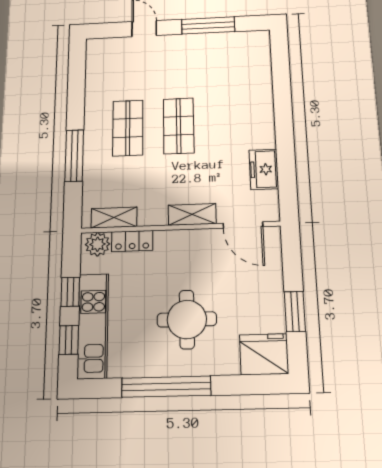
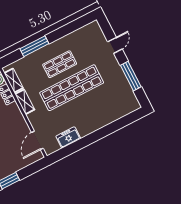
shop shelf: (179, 126) -> (72, 88), width x2.00, depth x1.36
shelving: (192, 214) -> (25, 102), moved

